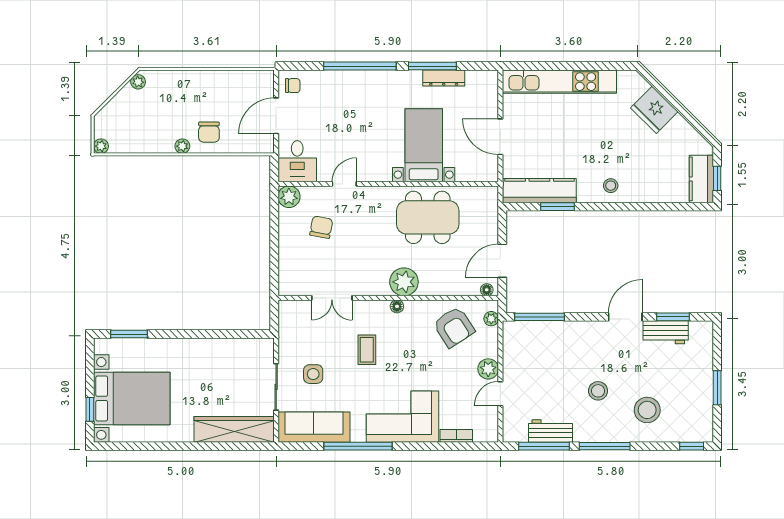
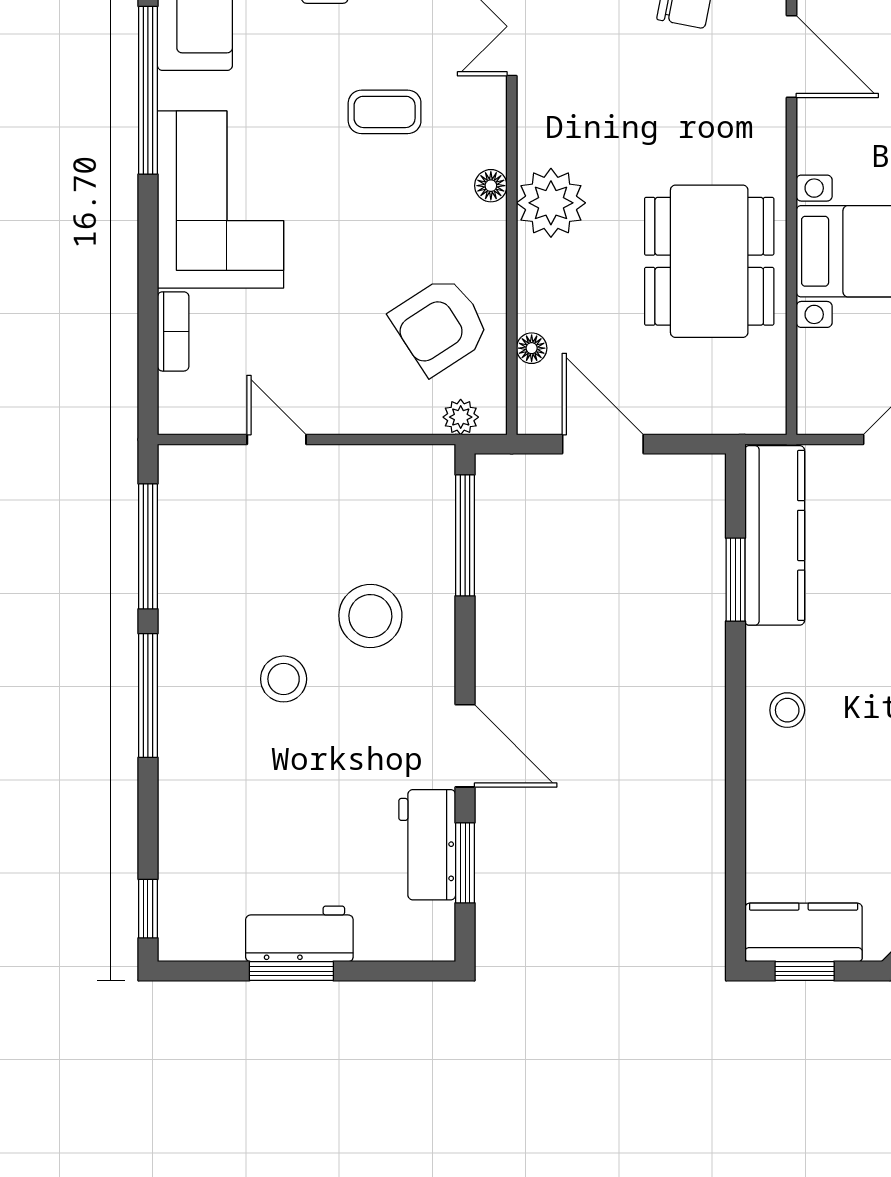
door: (344, 184) -> (791, 56), width x1.38
floor lamp: (487, 290) -> (532, 348), moved
plant: (488, 369) -> (338, 410), removed
stool: (647, 410) -> (370, 616), moved
workbench: (551, 431) -> (299, 934), moved, turned -90

